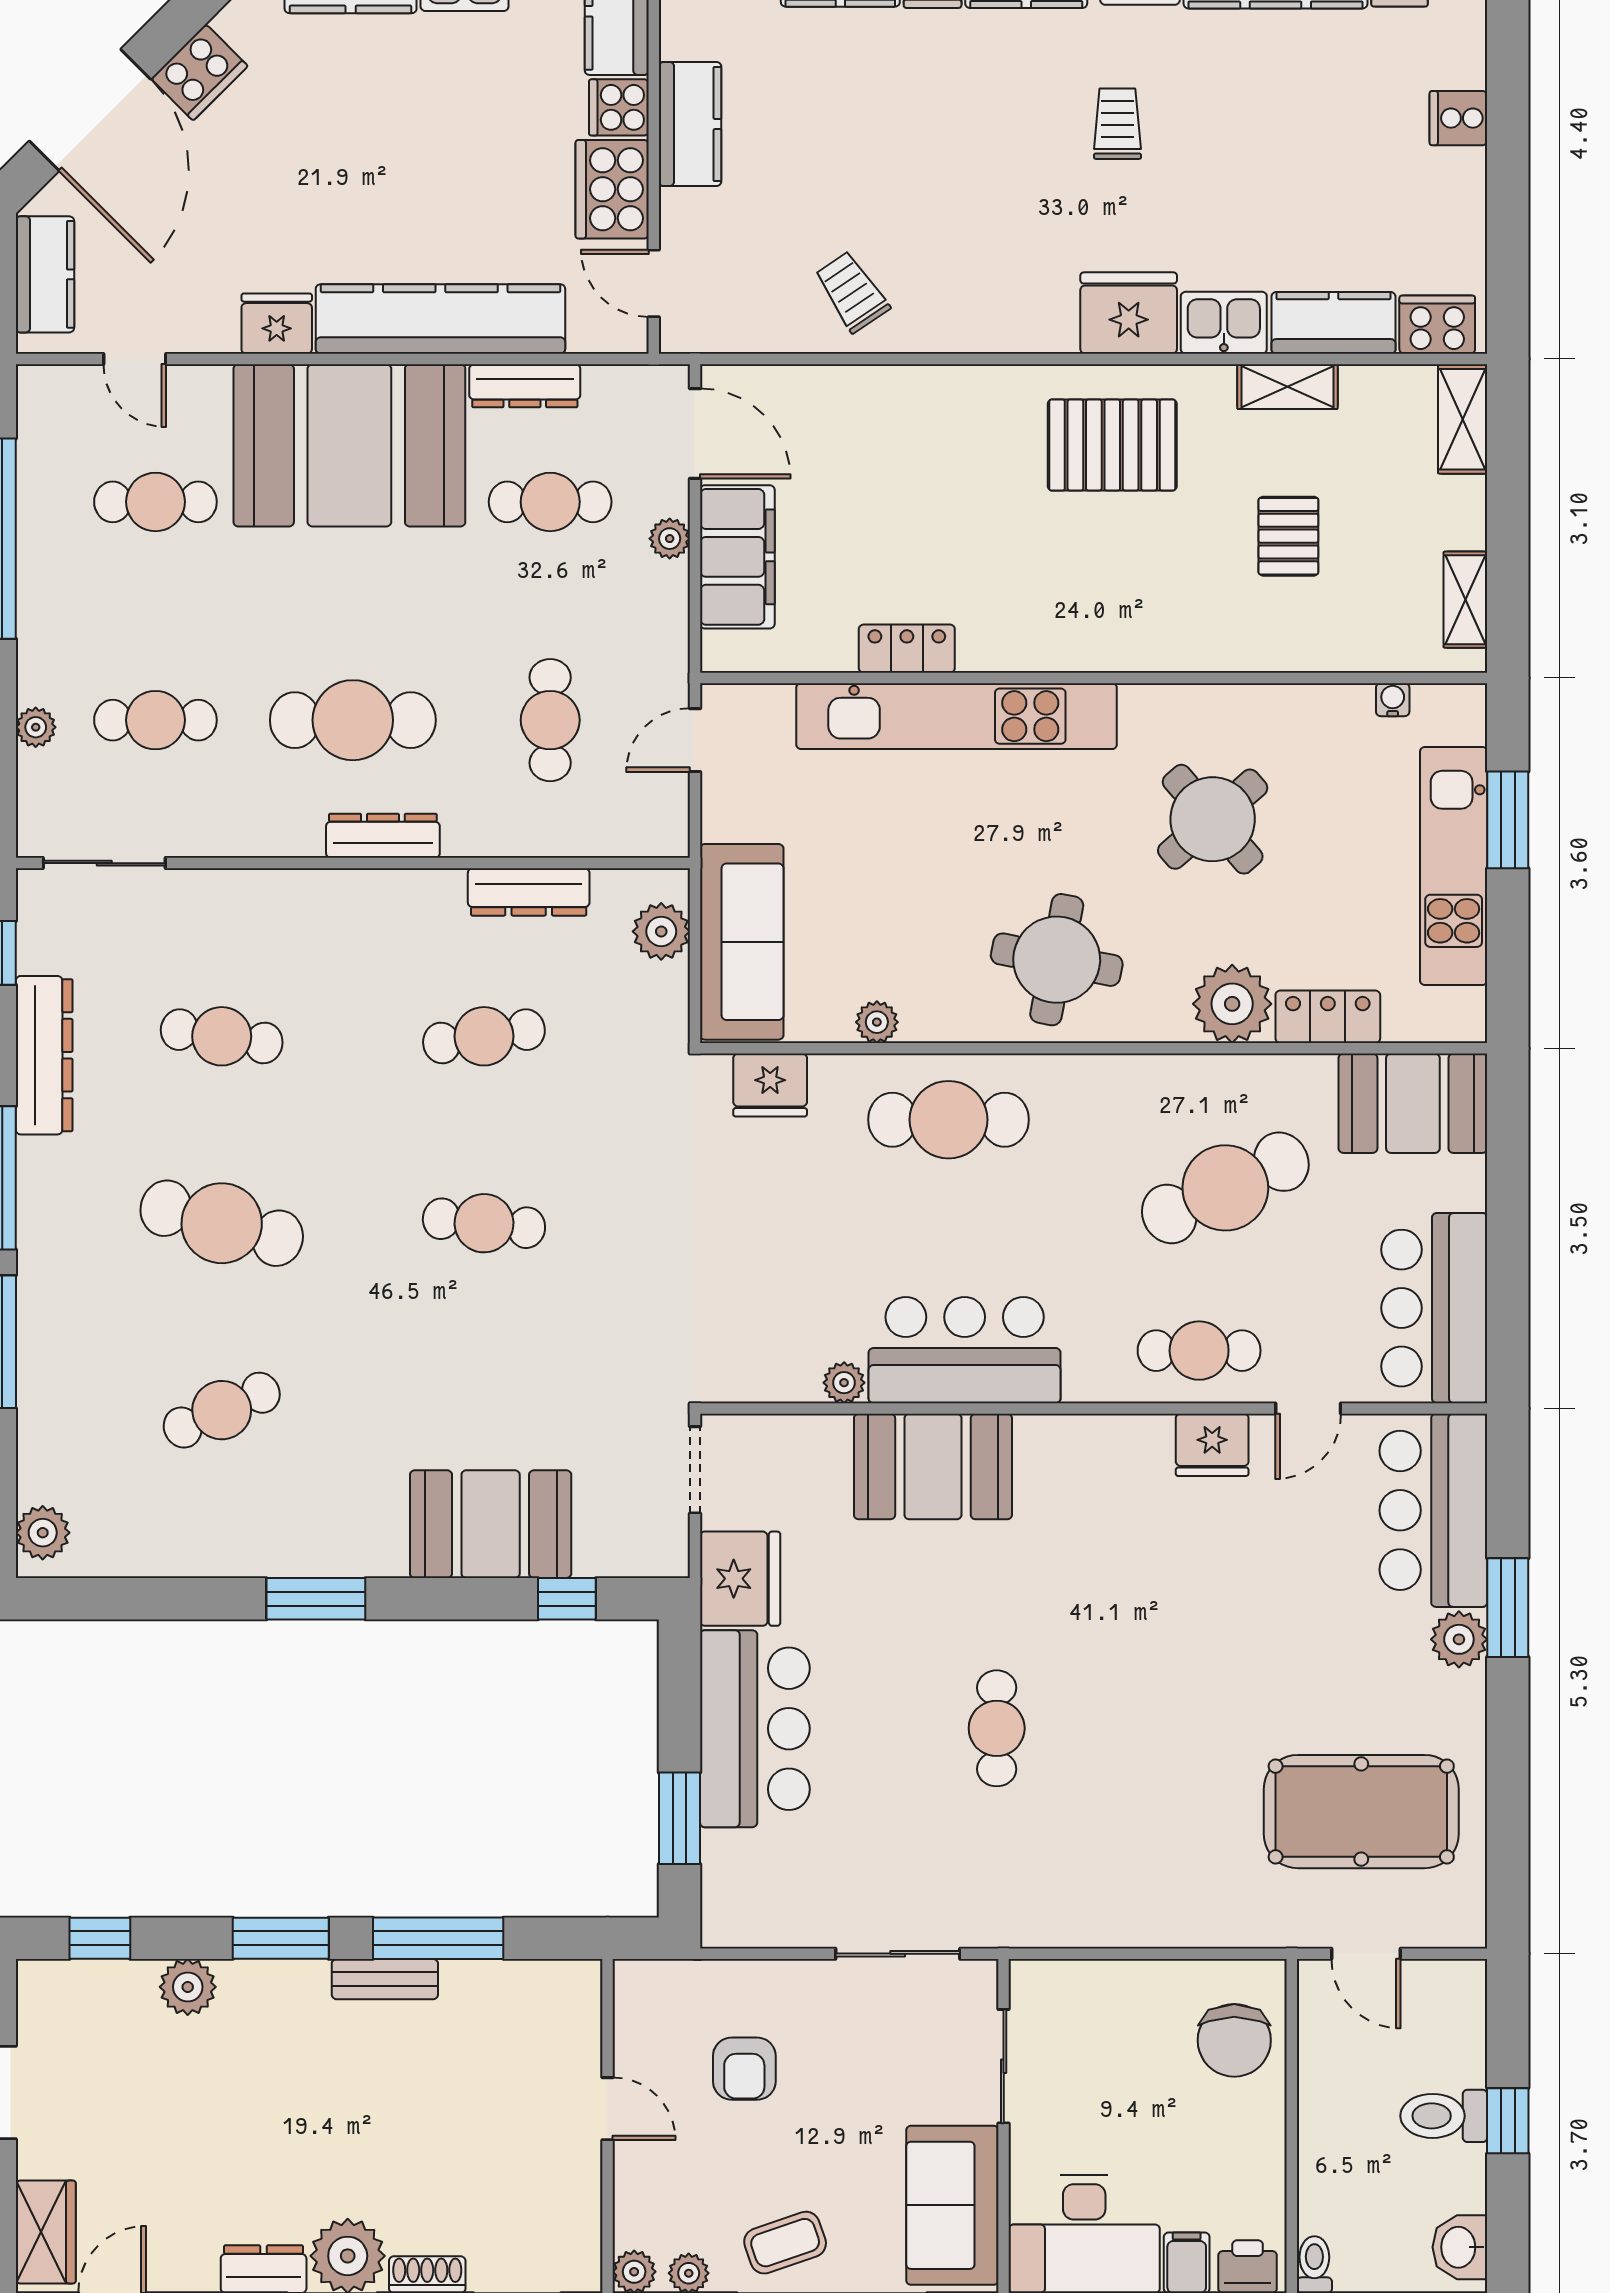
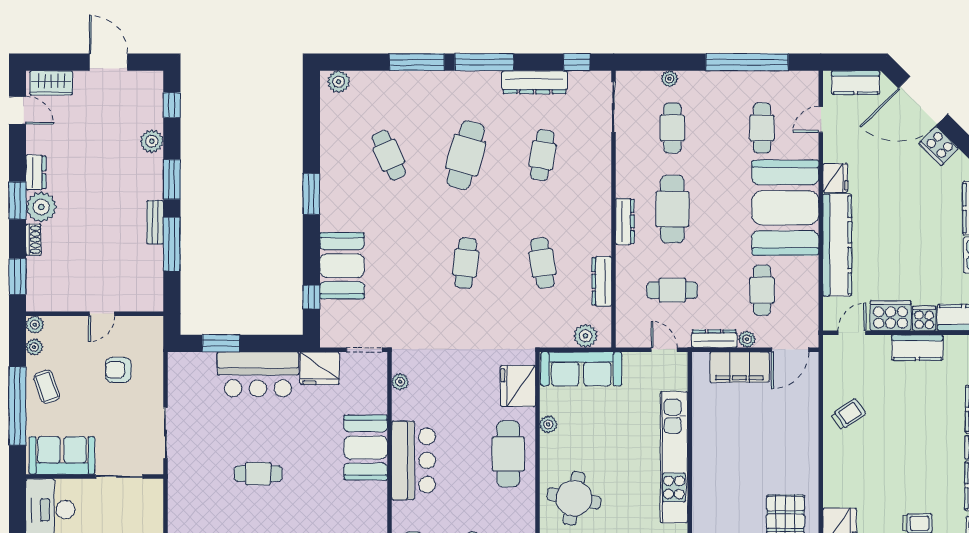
dresser: (525, 386) -> (714, 339), moved, turned 90
locker: (907, 649) -> (702, 437), removed
fridge: (770, 1085) -> (518, 386), width x1.36, depth x1.34
plant: (844, 1383) -> (400, 382), moved

